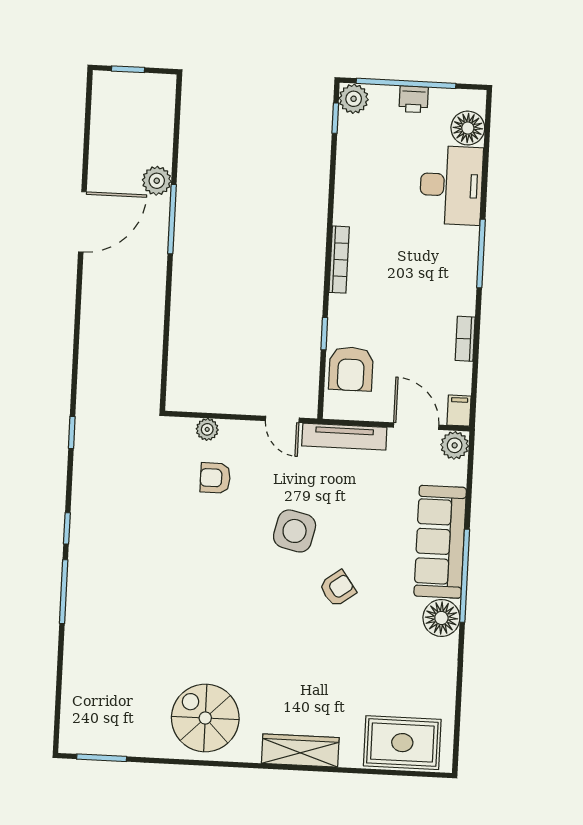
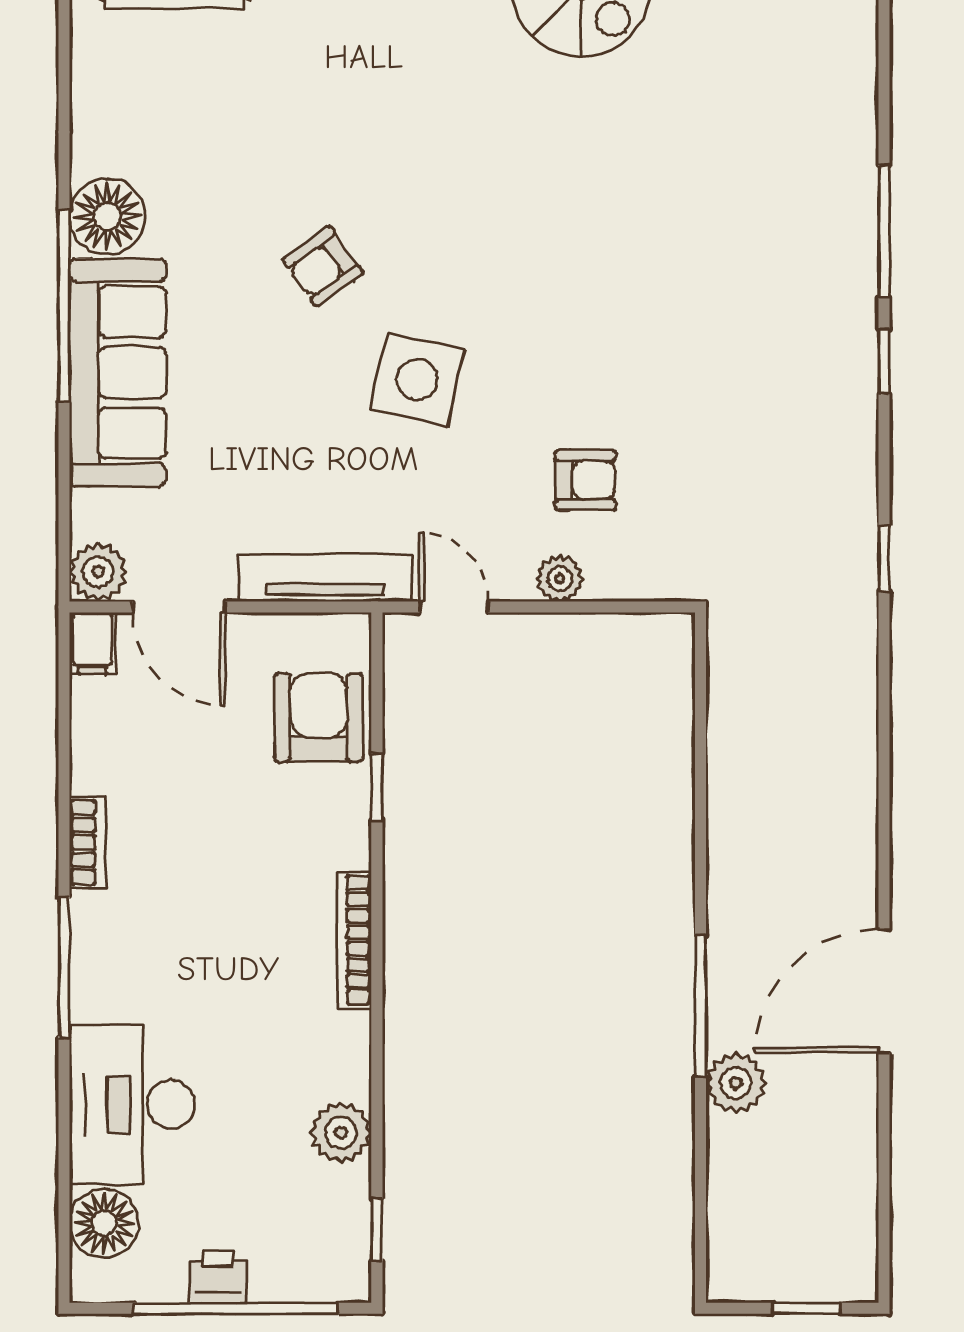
plant: (354, 99) -> (341, 1132), moved
bookcase: (465, 339) -> (88, 842), moved
plant: (207, 429) -> (560, 579), moved

